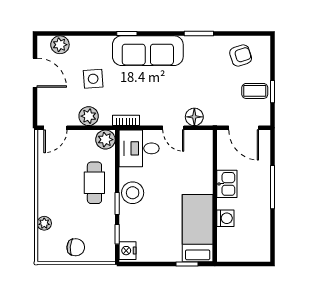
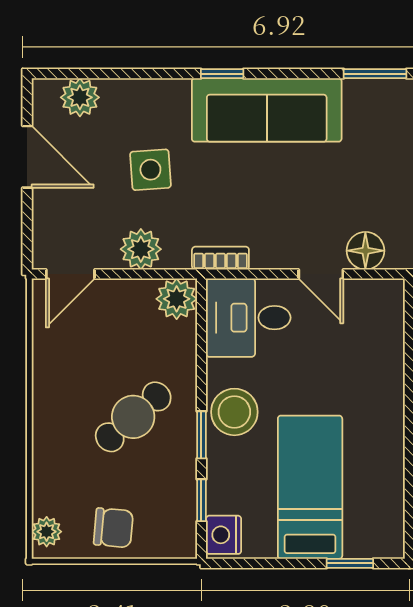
cafe table: (94, 183) -> (133, 417), moved, turned 49
plant: (44, 223) -> (47, 532), moved
bed: (198, 228) -> (310, 487), moved

